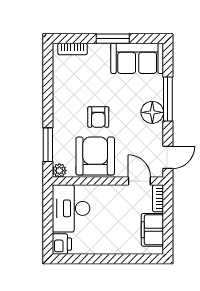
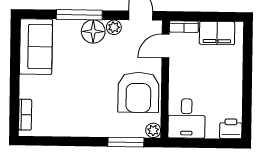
window: (113, 39) -> (15, 72), removed
armchair: (98, 117) -> (97, 88), removed
plant: (156, 132) -> (114, 27), added
armchair: (95, 156) -> (138, 92), turned -90
desk: (71, 208) -> (186, 118), width x0.73

